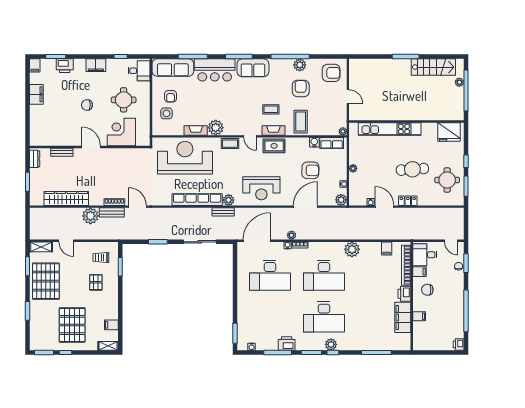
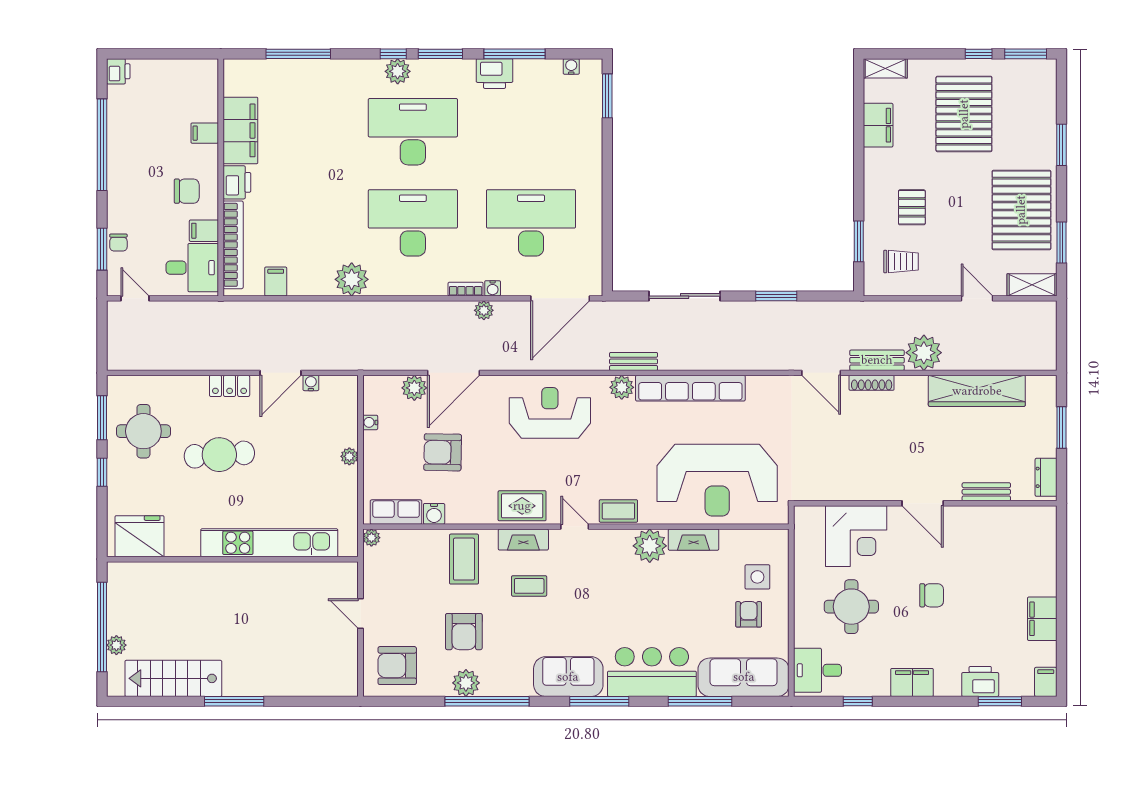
plant: (341, 200) -> (414, 388), moved
door: (384, 207) -> (281, 373), hinge flipped
filing cabinet: (111, 325) -> (878, 125), width x2.00

